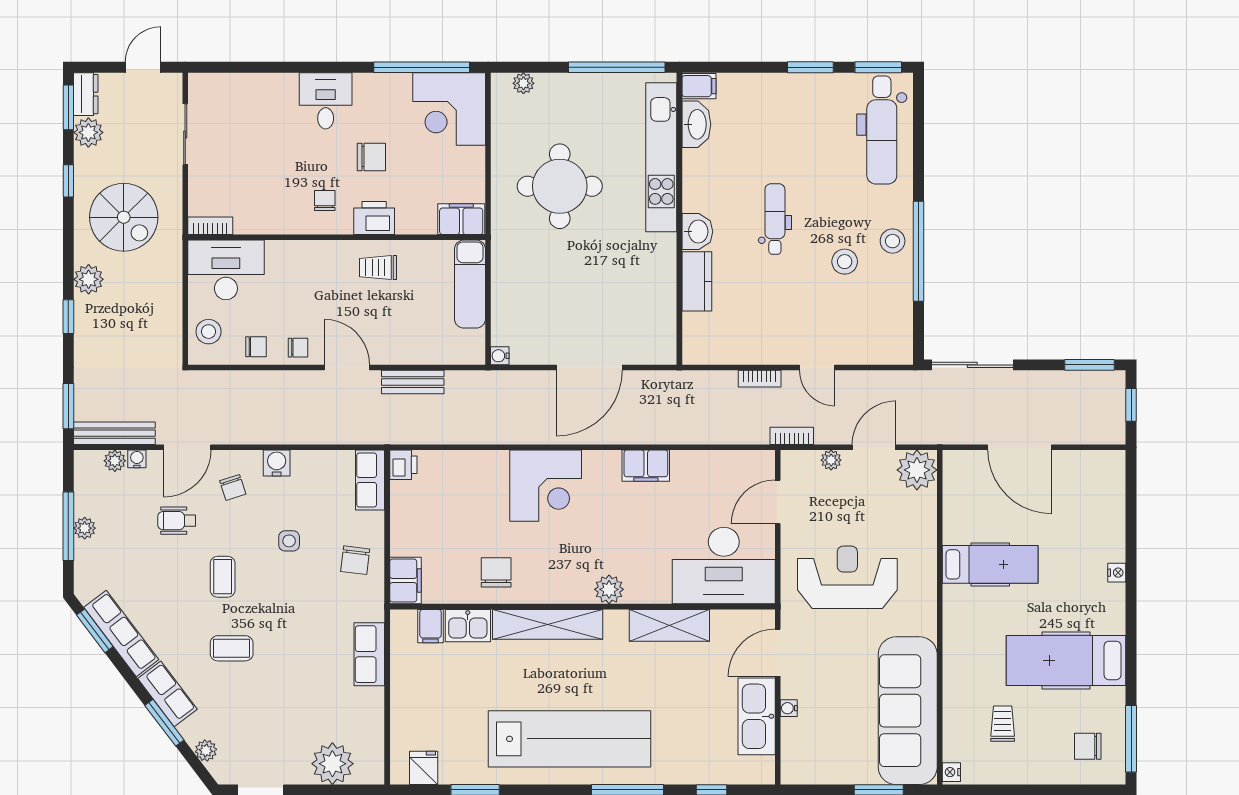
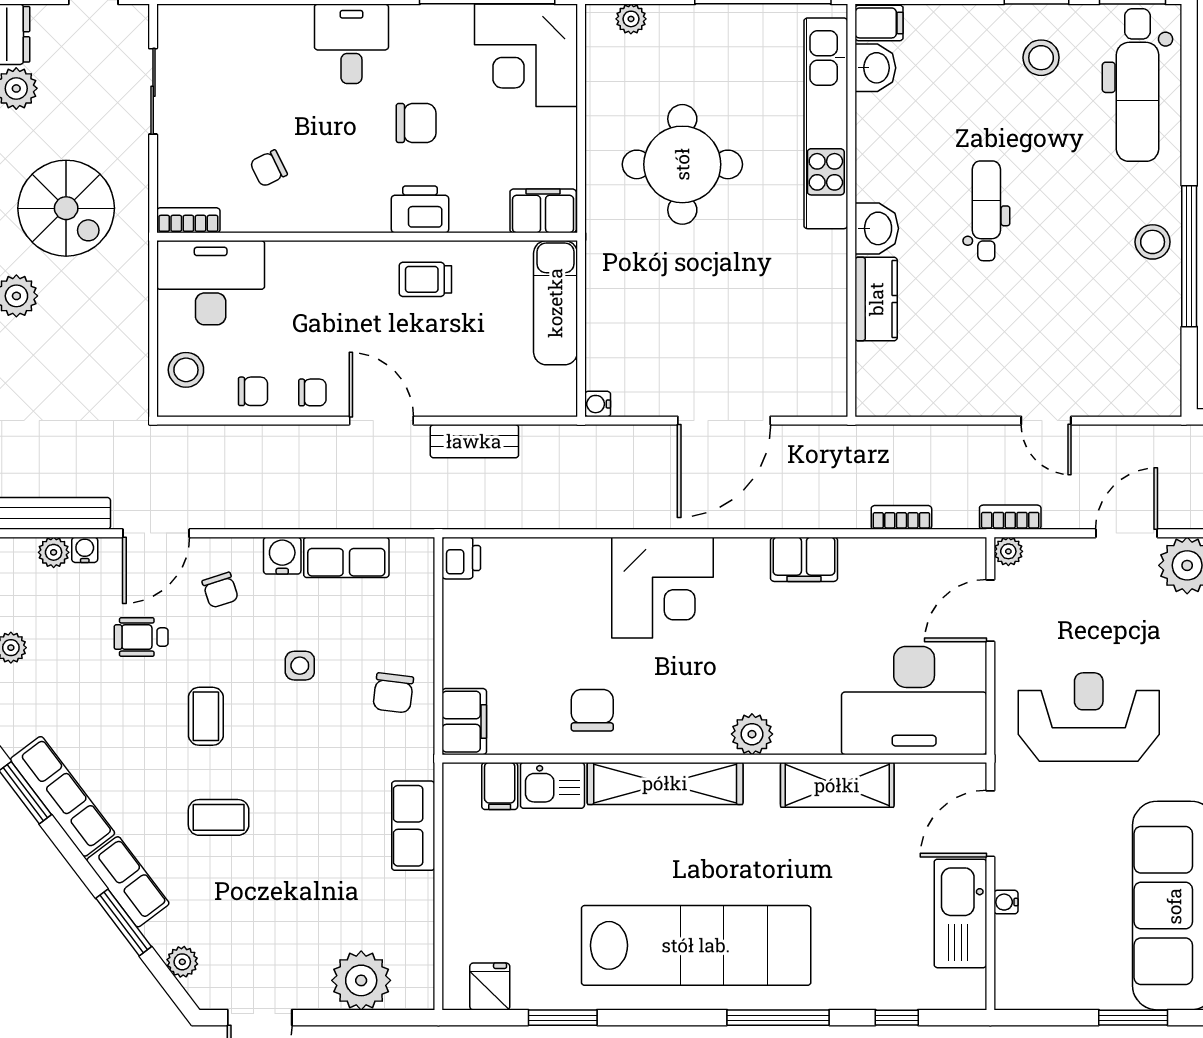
washbasin: (696, 124) -> (875, 68), width x0.72
chair: (325, 200) -> (269, 168), moved, turned -116
stool: (845, 262) -> (1041, 58), moved
bookcase: (760, 379) -> (901, 517), moved, turned 180
plant: (831, 460) -> (1008, 551), moved
row of seats: (370, 480) -> (346, 557), moved, turned -90

